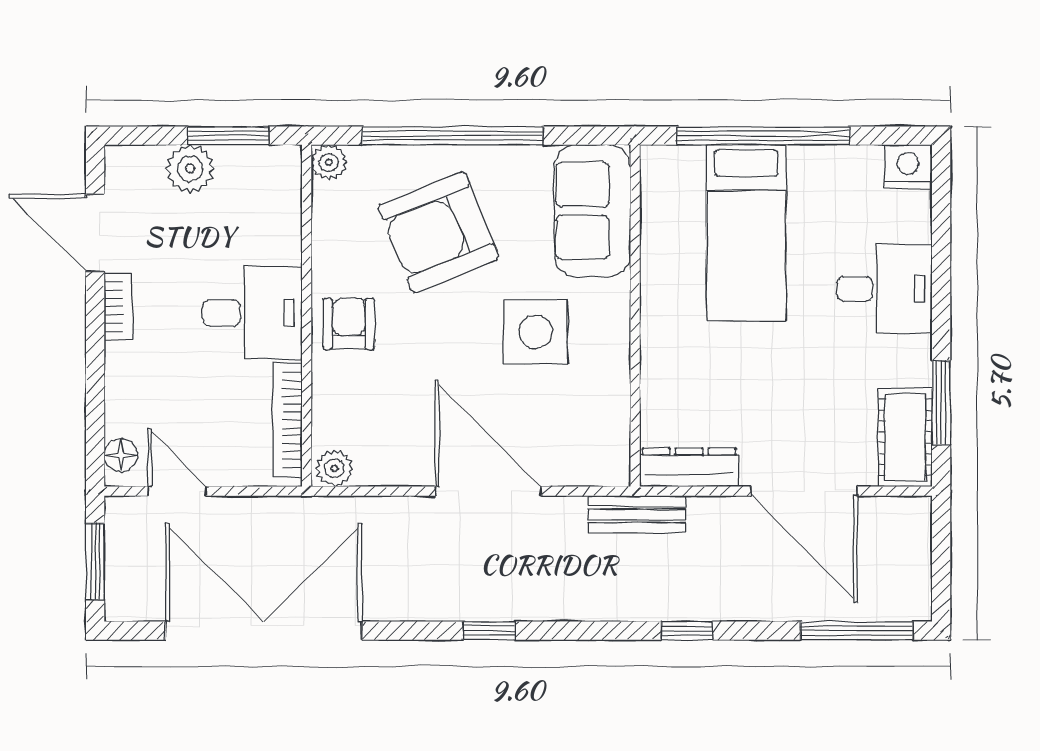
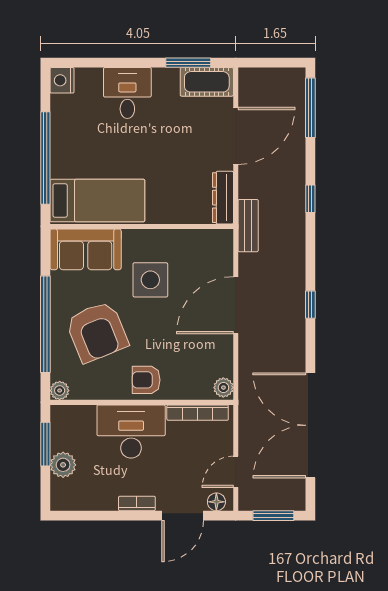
door: (95, 233) -> (183, 516), moved
bed: (746, 233) -> (97, 201), moved
desk: (252, 313) -> (131, 431), width x1.37

